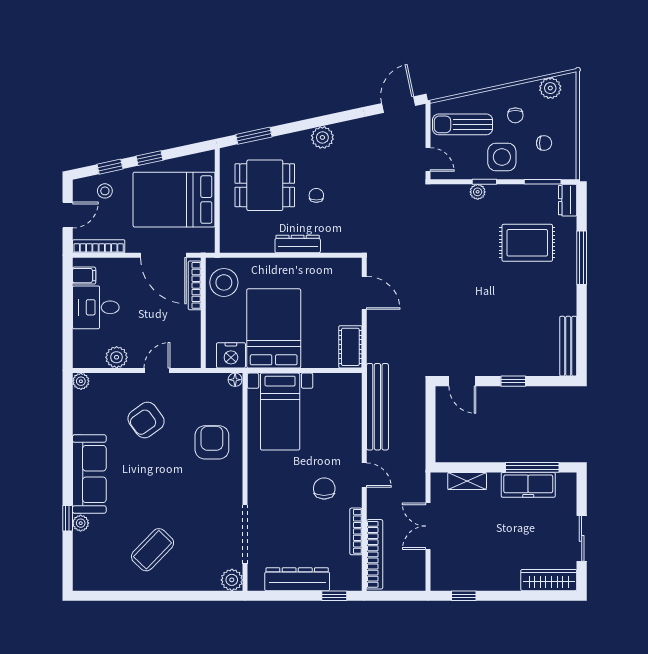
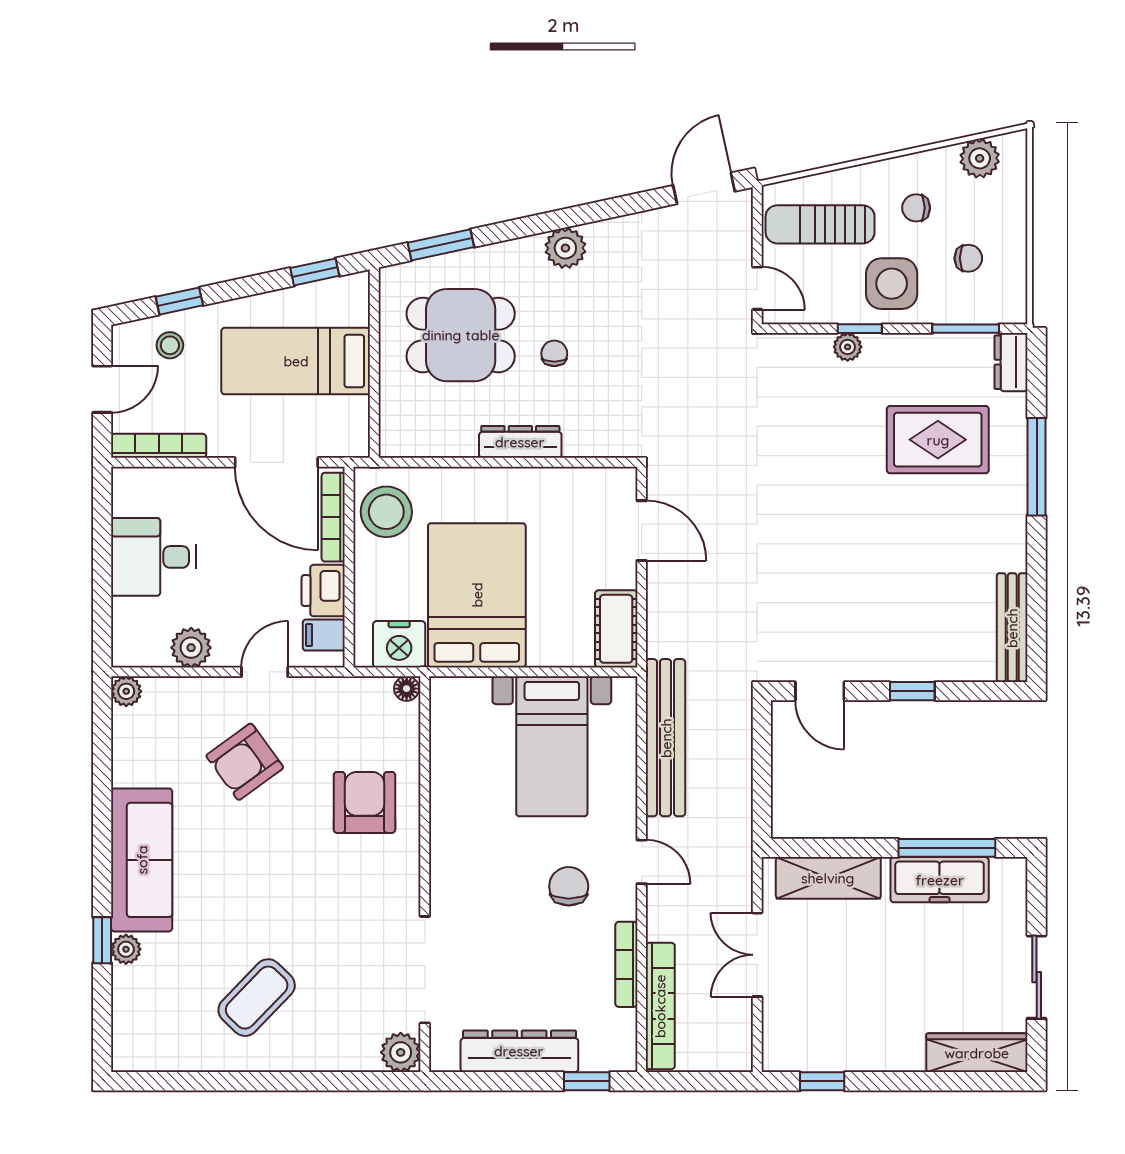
chair: (515, 115) -> (916, 208), turned 90
window: (149, 158) -> (315, 272), moved
bed: (174, 200) -> (296, 361), width x0.67
filing cabinet: (84, 276) -> (324, 635), moved, turned 180
printer: (189, 326) -> (323, 591), added
bed with nightstands: (280, 412) -> (552, 746), moved
shelving: (467, 481) -> (828, 878), width x1.50, depth x1.33

